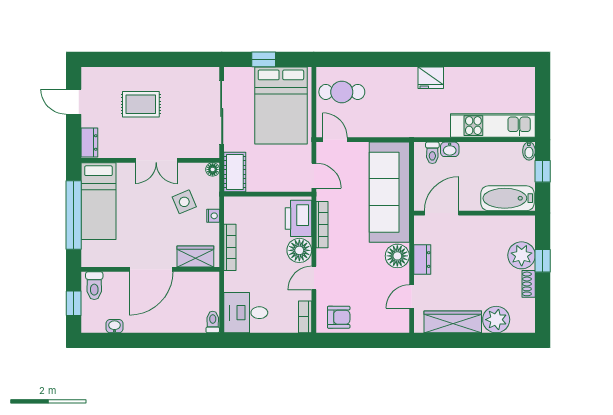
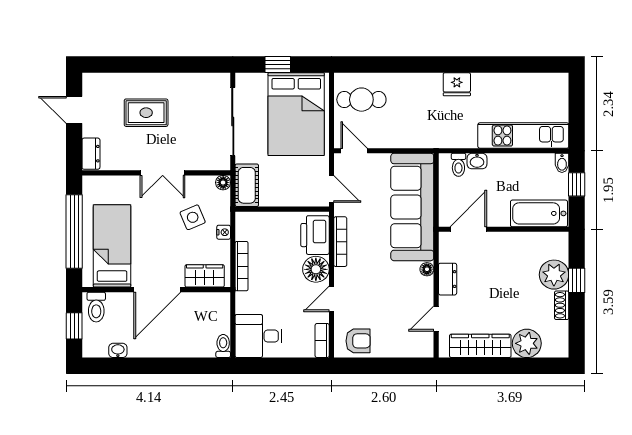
bed: (98, 201) -> (112, 246), moved, turned 180
floor lamp: (397, 256) -> (427, 269), width x0.53, depth x0.53

